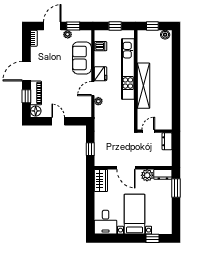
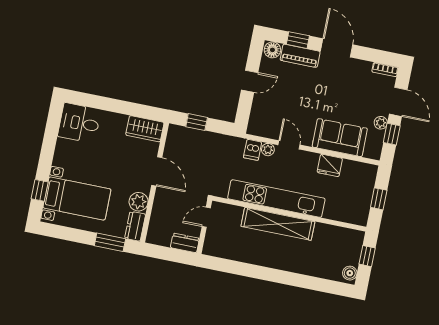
dishwasher: (100, 46) -> (253, 150), moved
kitchen unit: (128, 69) -> (276, 199), moved
fridge: (100, 74) -> (330, 165), moved
door: (148, 131) -> (206, 217), swing flipped
door: (126, 168) -> (157, 171), swing flipped
bed with nightstands: (135, 214) -> (77, 198), moved

